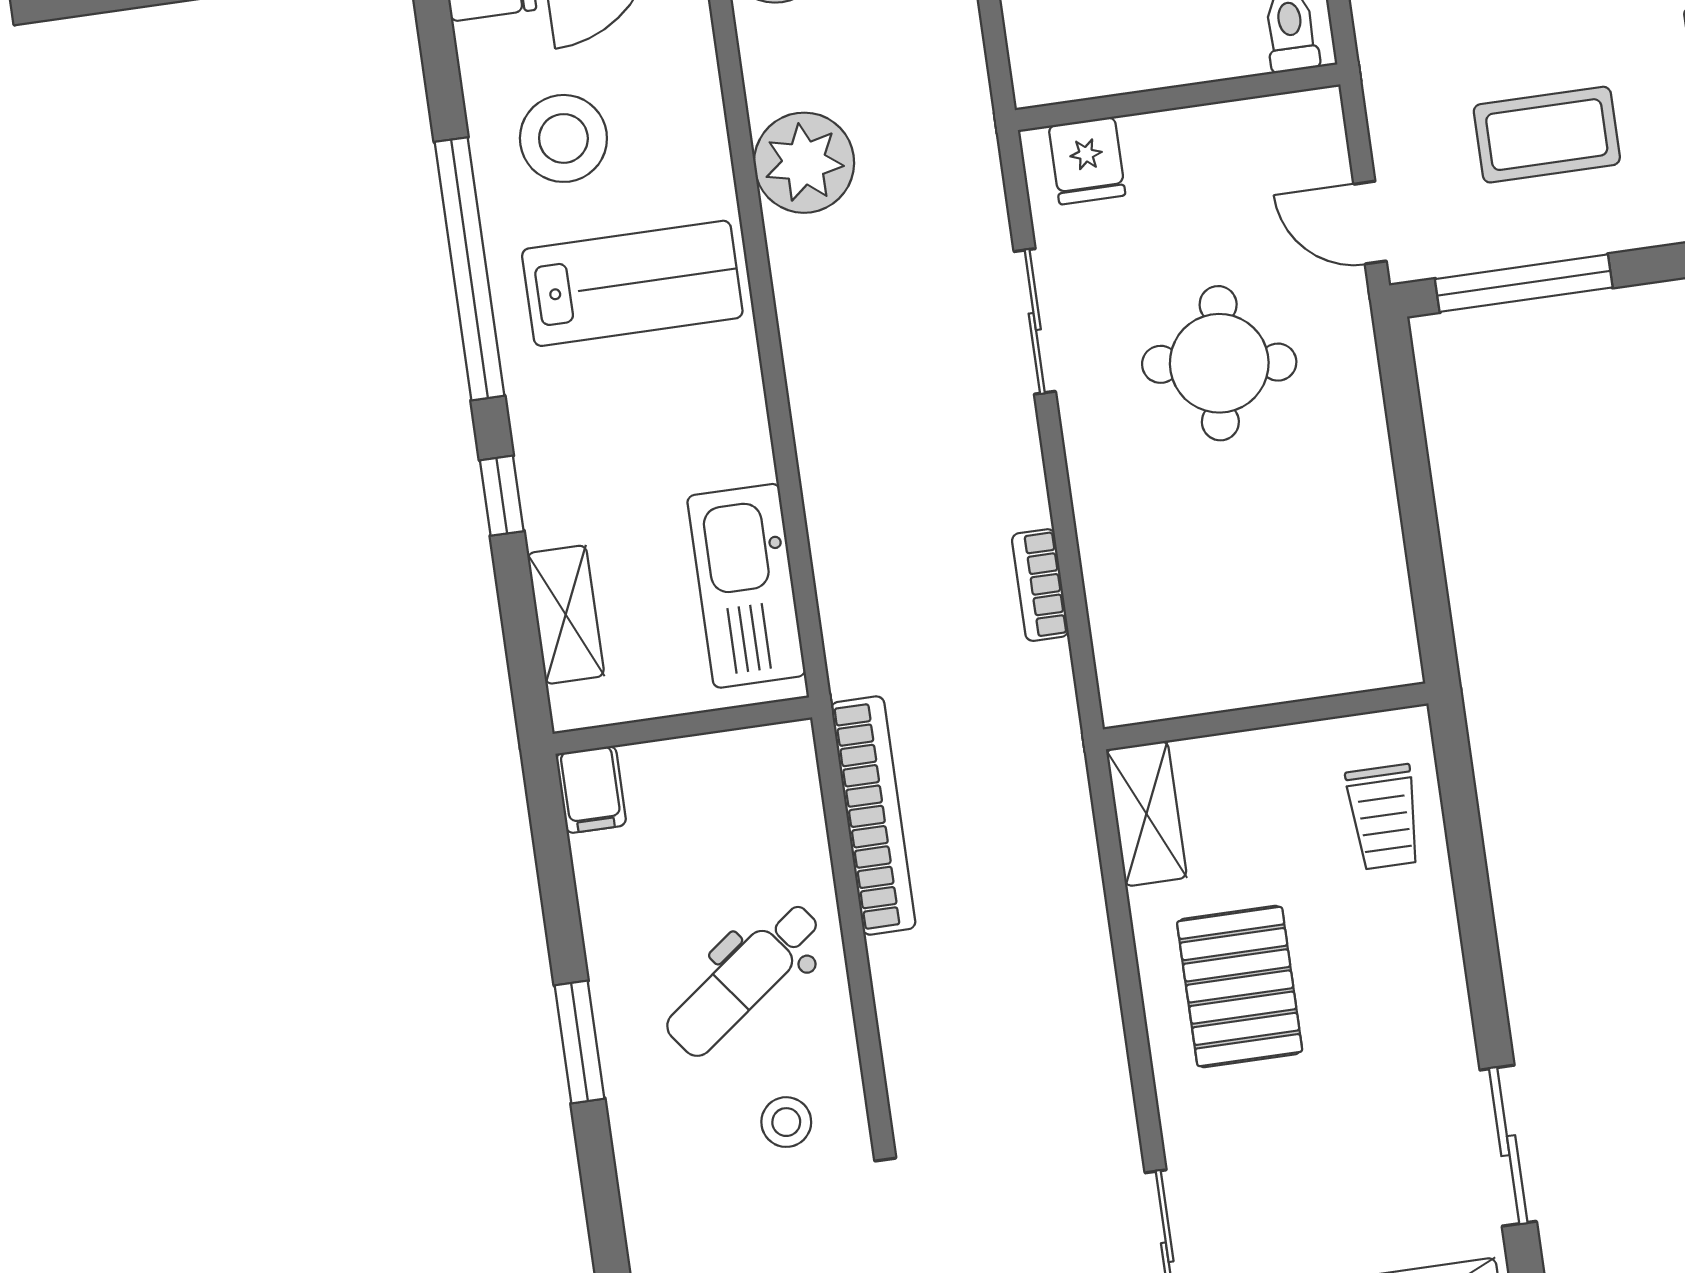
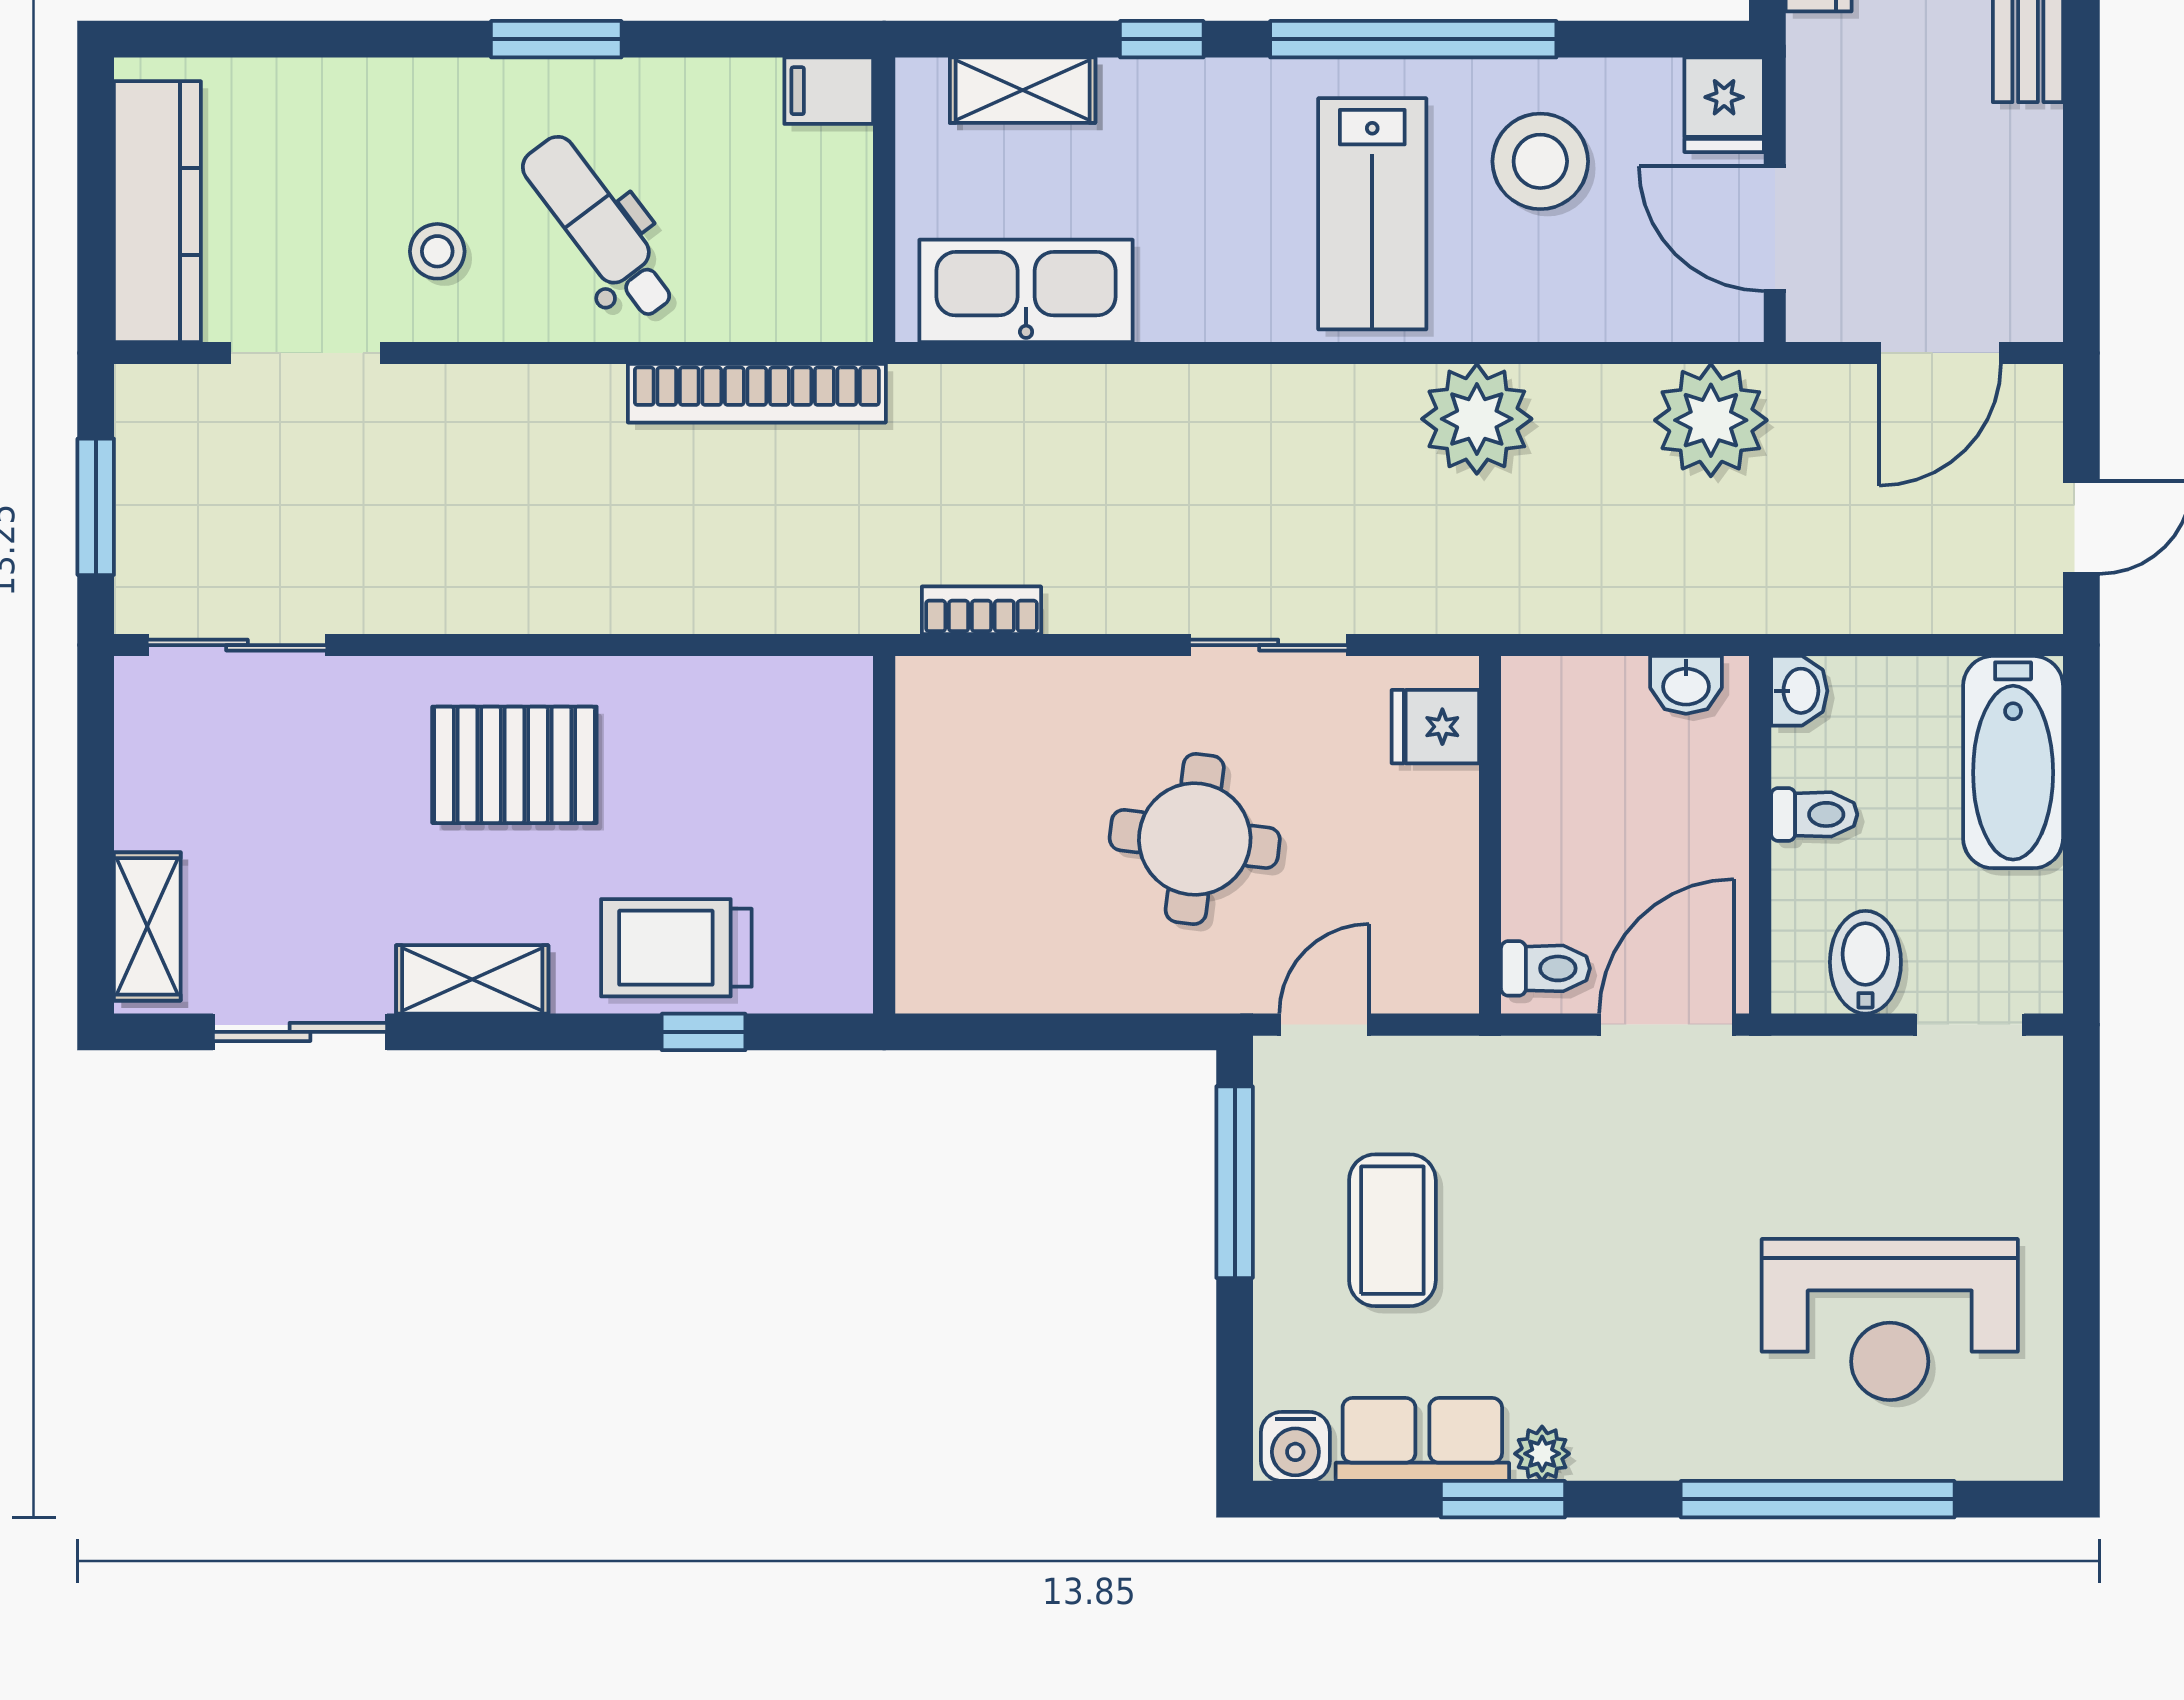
wall: (1266, 716) -> (884, 835), moved
window: (1456, 782) -> (704, 1032), added
shelving: (1146, 814) -> (472, 979), moved
trolley: (1384, 817) -> (676, 948), width x1.36, depth x1.39

